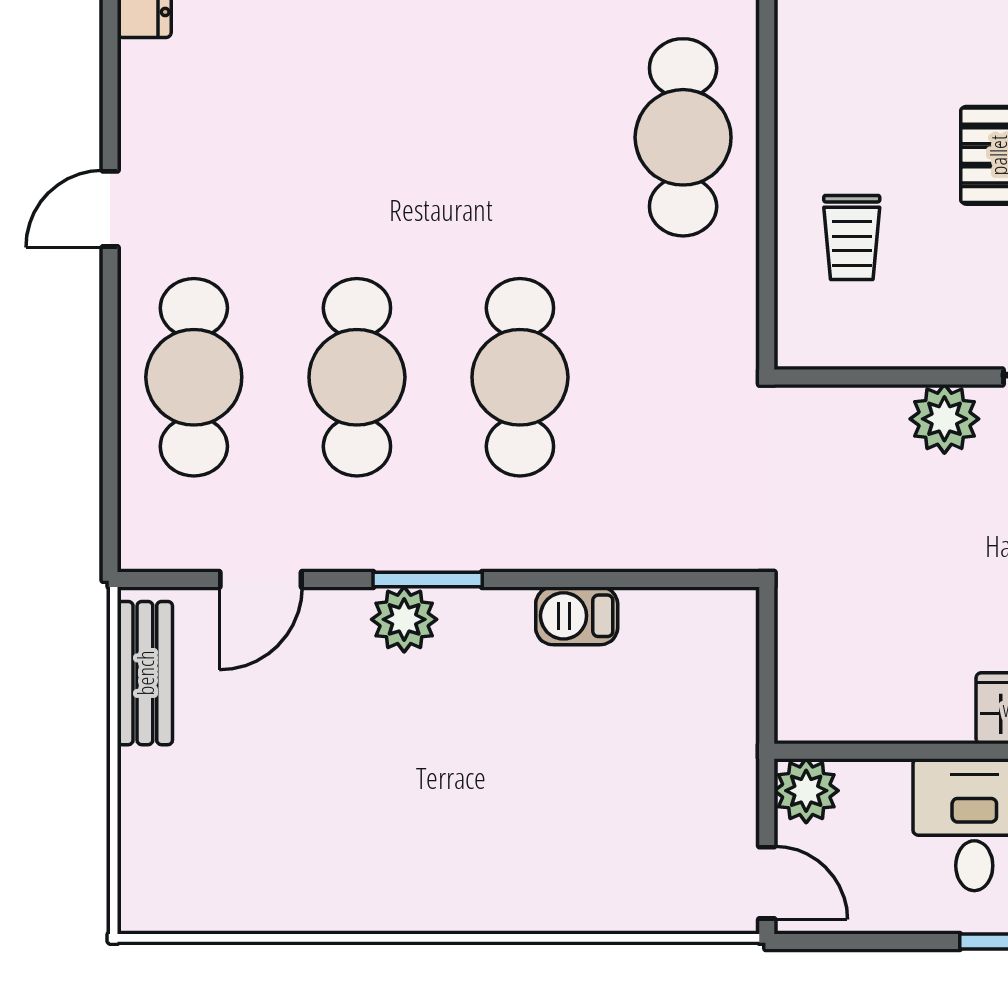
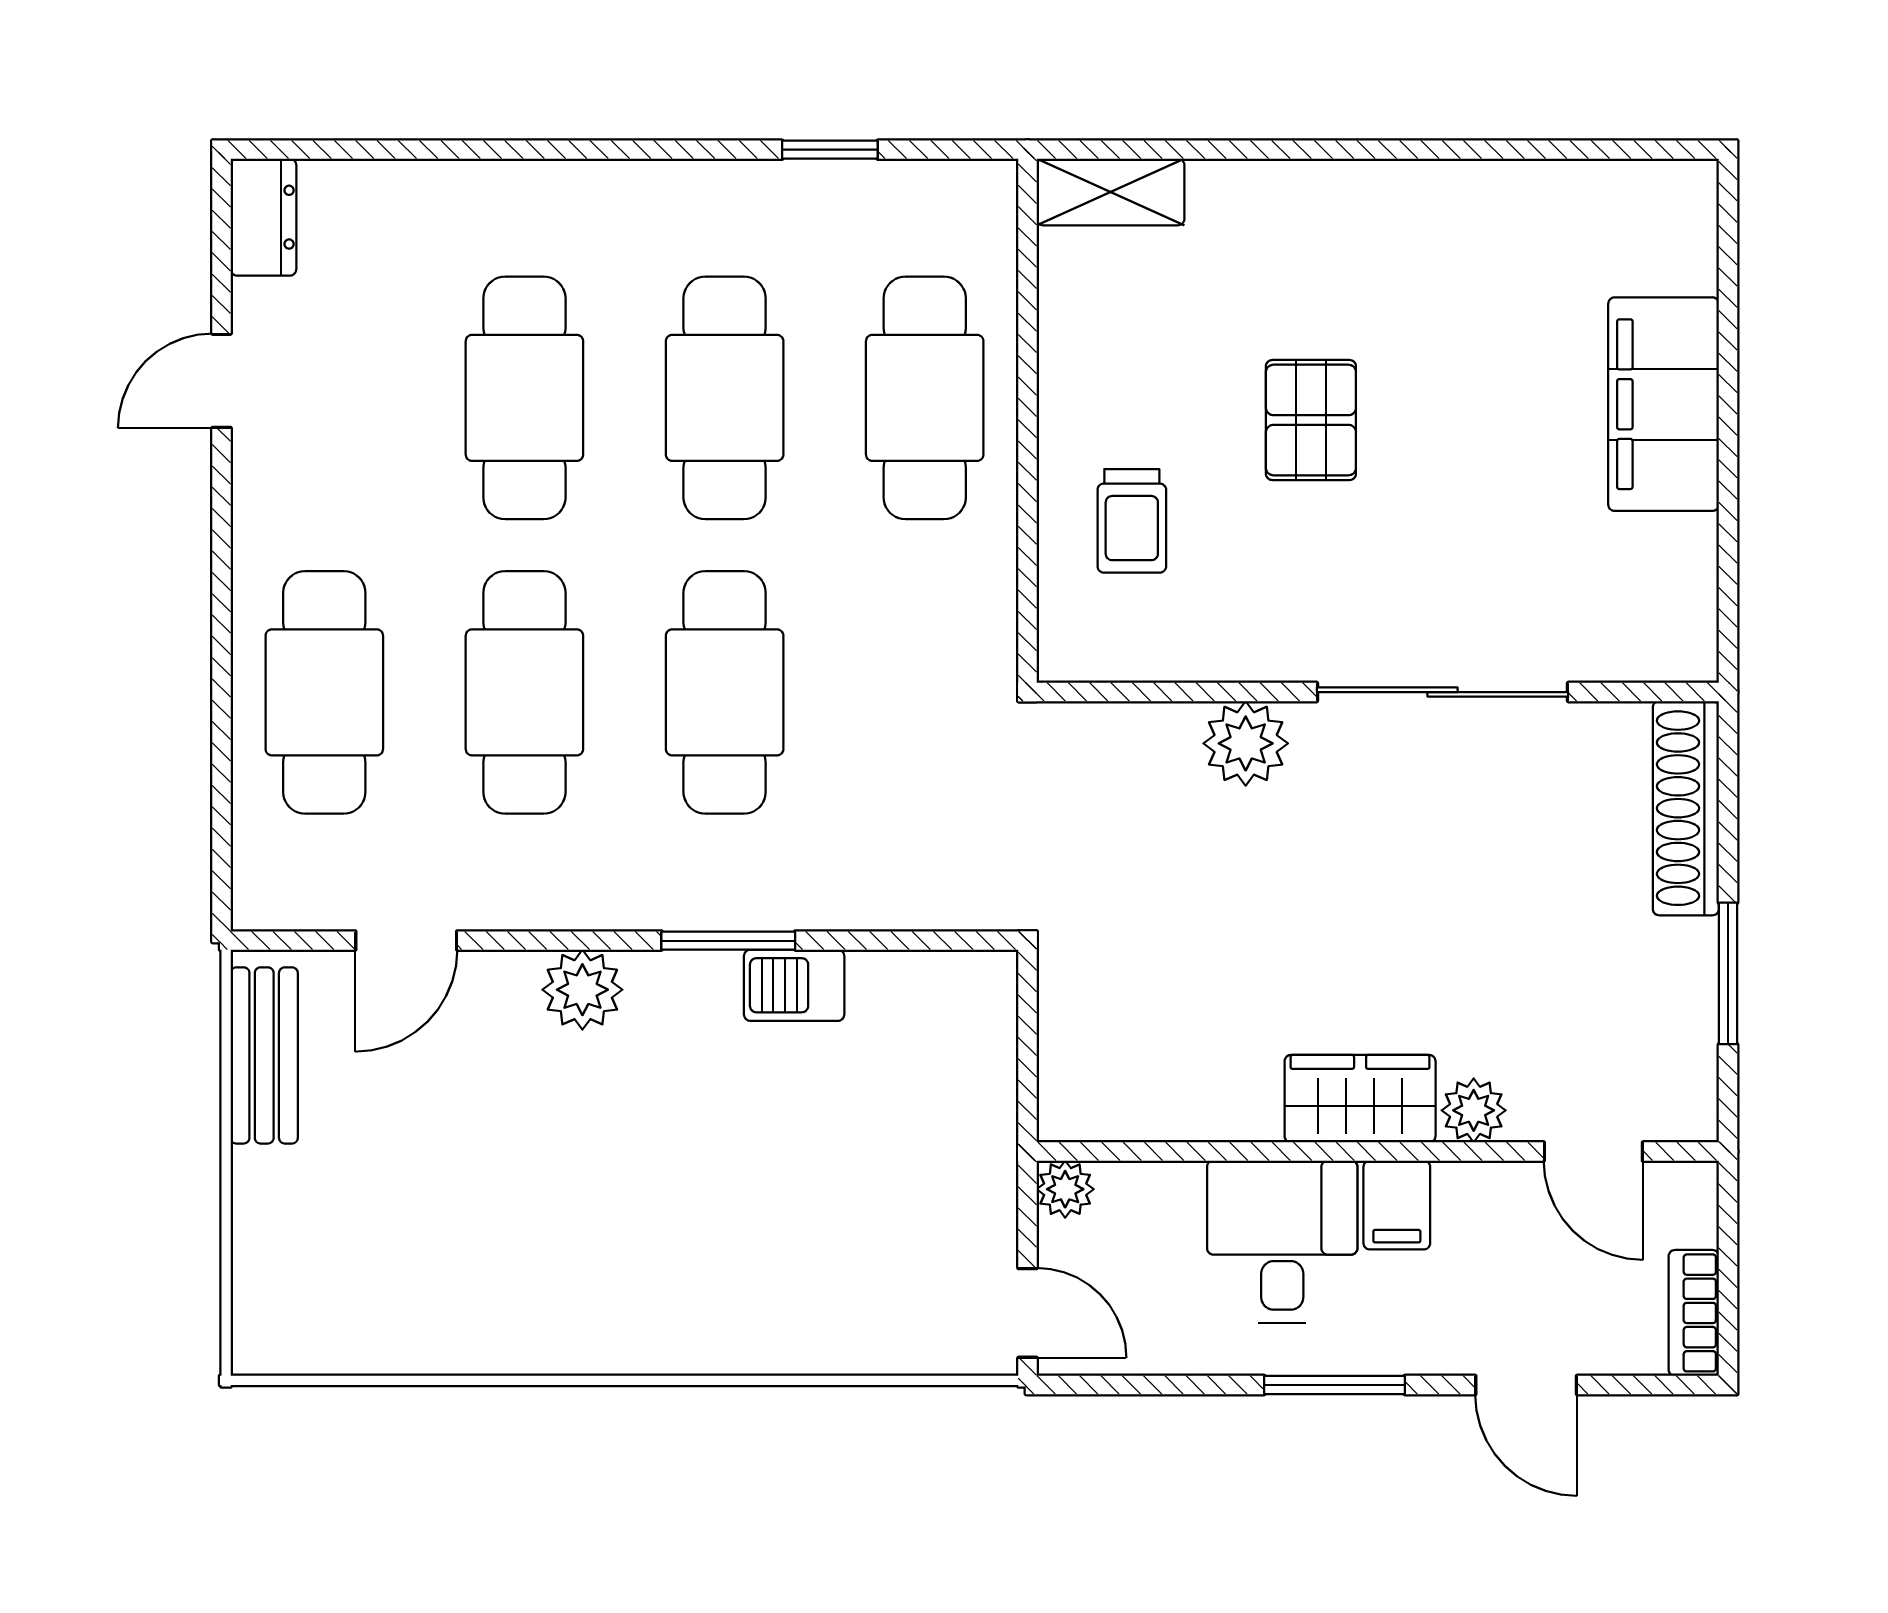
cafe table: (357, 137) -> (524, 398), added
cafe table: (520, 137) -> (725, 398), added
door: (110, 209) -> (222, 381), moved
window: (428, 579) -> (728, 941), moved
plant: (806, 791) -> (1065, 1189), width x0.73, depth x0.73

